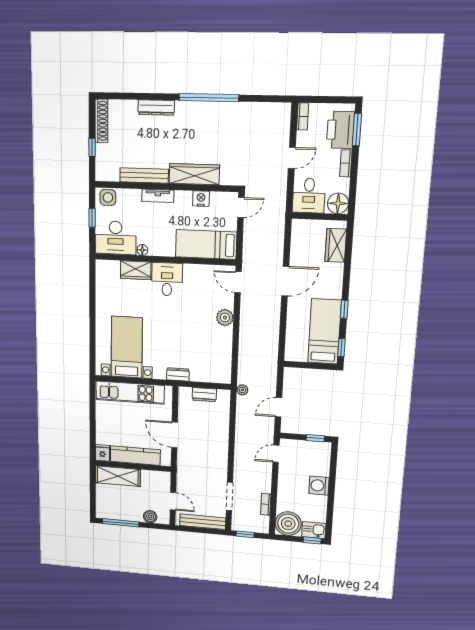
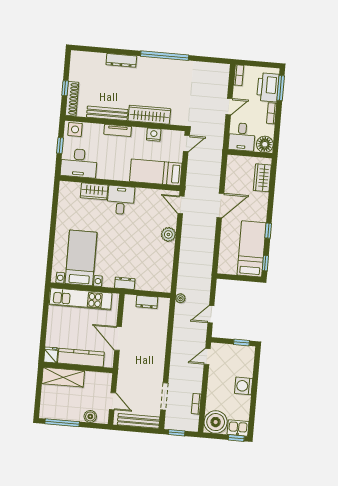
shoe rack: (101, 121) -> (72, 99), moved
floor lamp: (142, 250) -> (101, 174), removed

